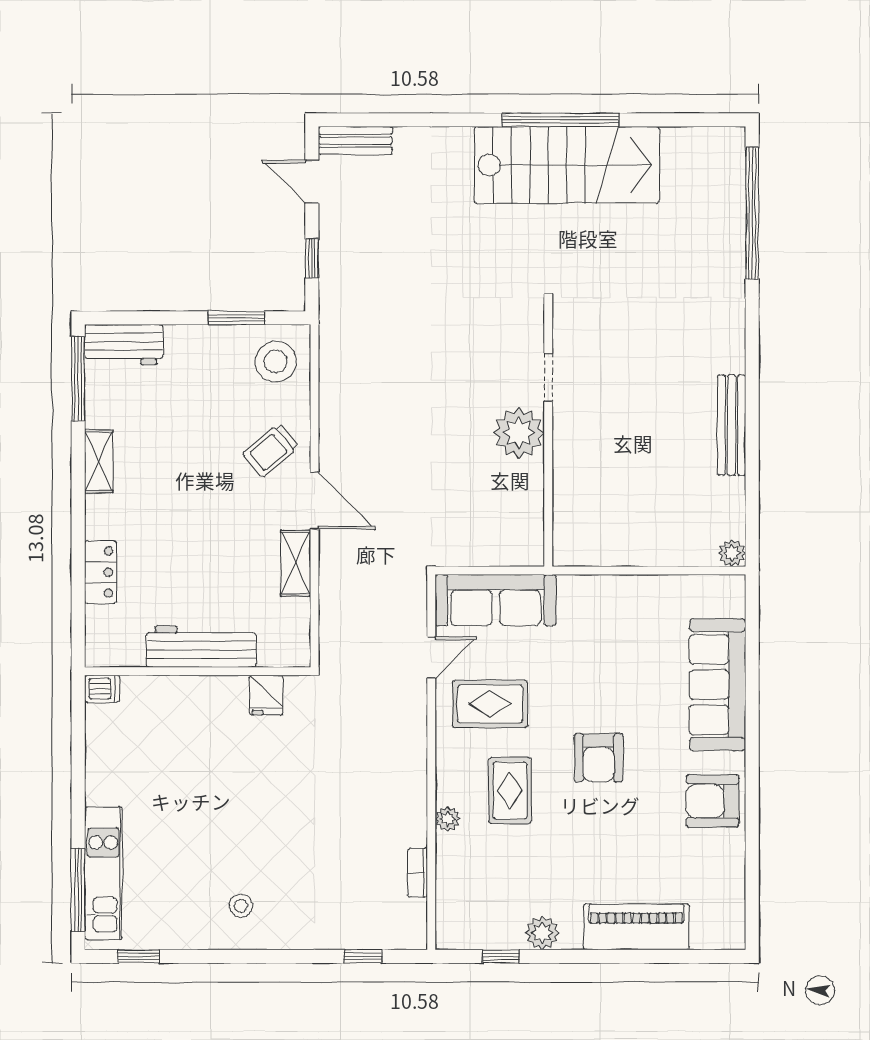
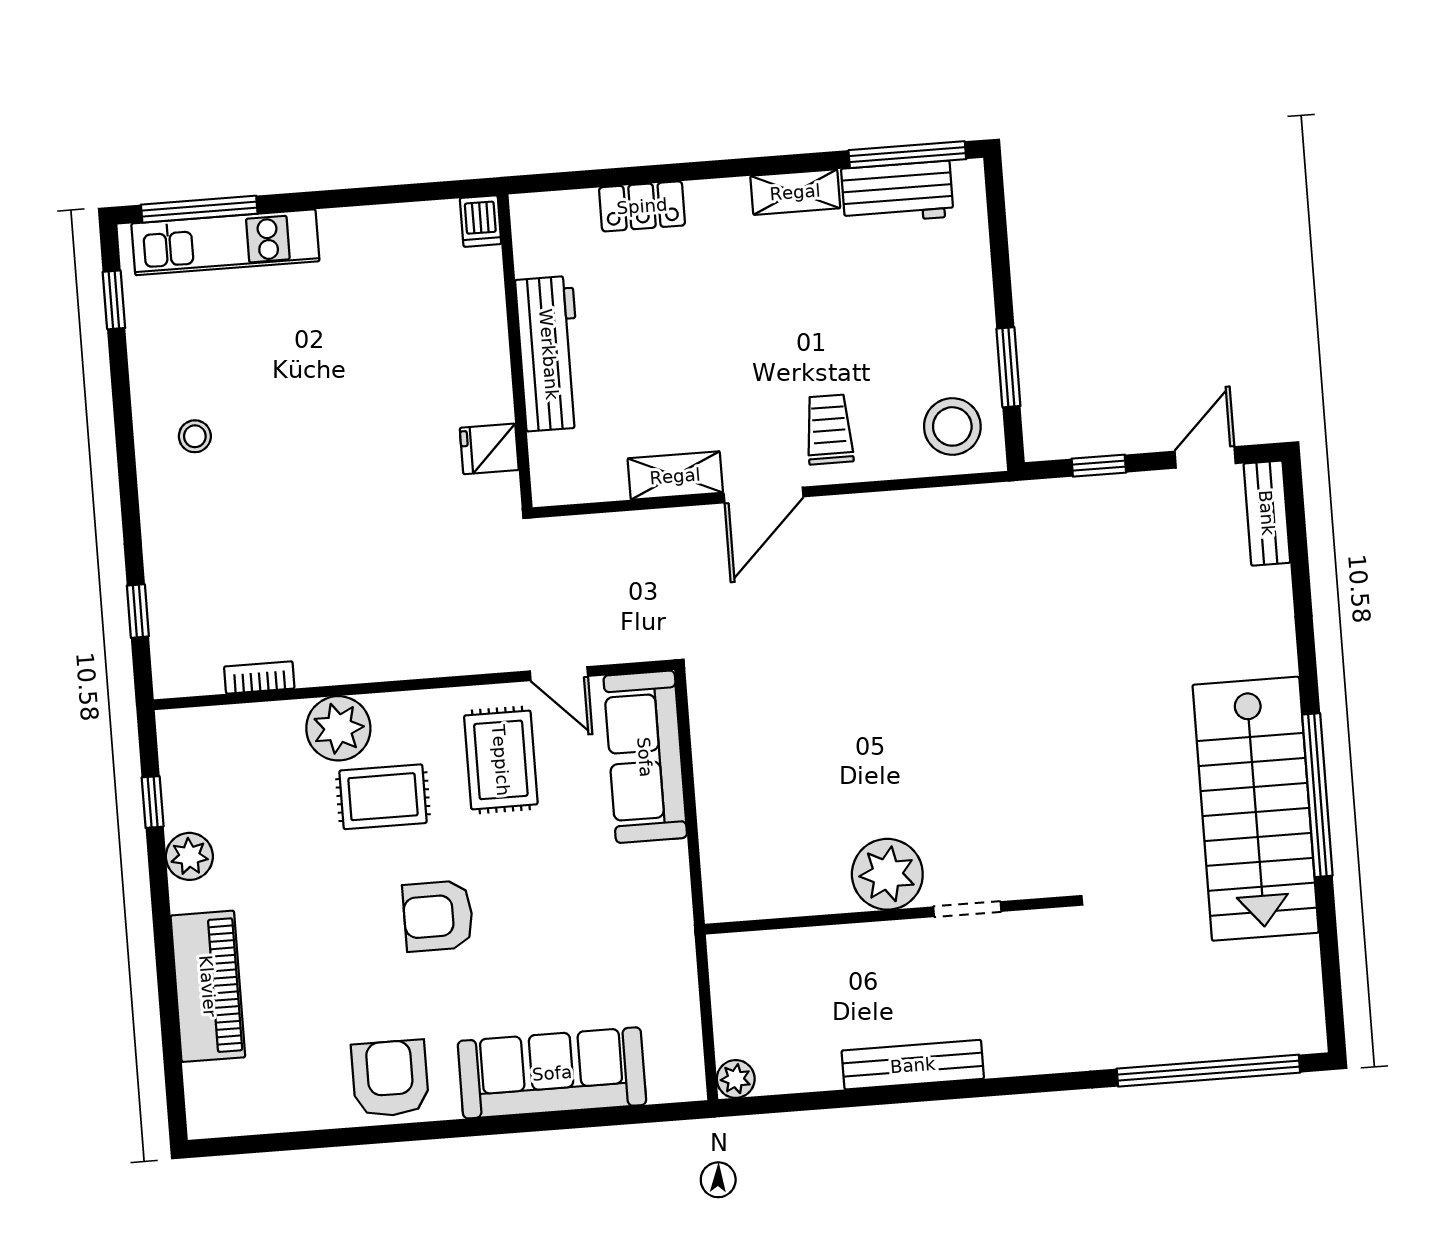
workbench: (124, 345) -> (897, 193), moved, turned -90
doorway: (548, 377) -> (967, 909), moved
plant: (519, 433) -> (887, 874), moved
wall: (548, 434) -> (889, 915), moved
trolley: (271, 450) -> (829, 430), turned 40
plant: (448, 819) -> (338, 728), width x1.88, depth x1.88

